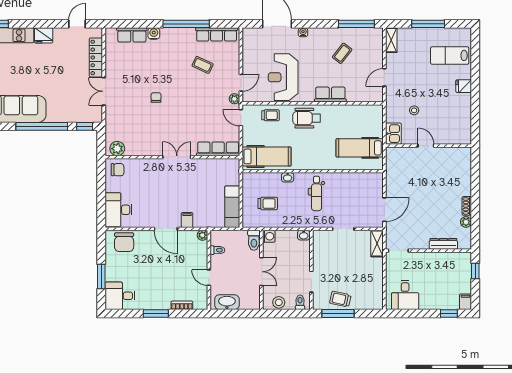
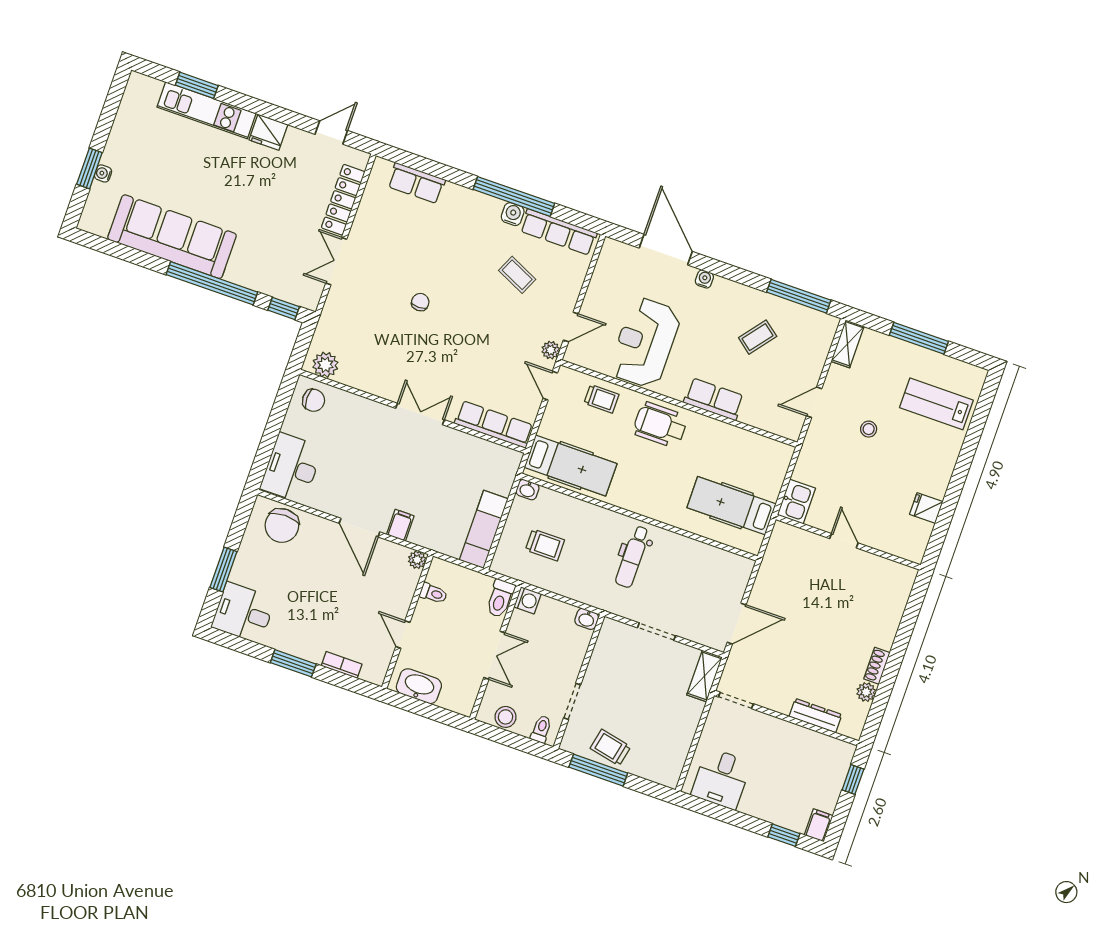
water cooler: (154, 33) -> (513, 214), moved
fridge: (464, 86) -> (926, 508), moved
stool: (414, 110) -> (869, 429), moved
washbasin: (288, 177) -> (528, 490), moved

